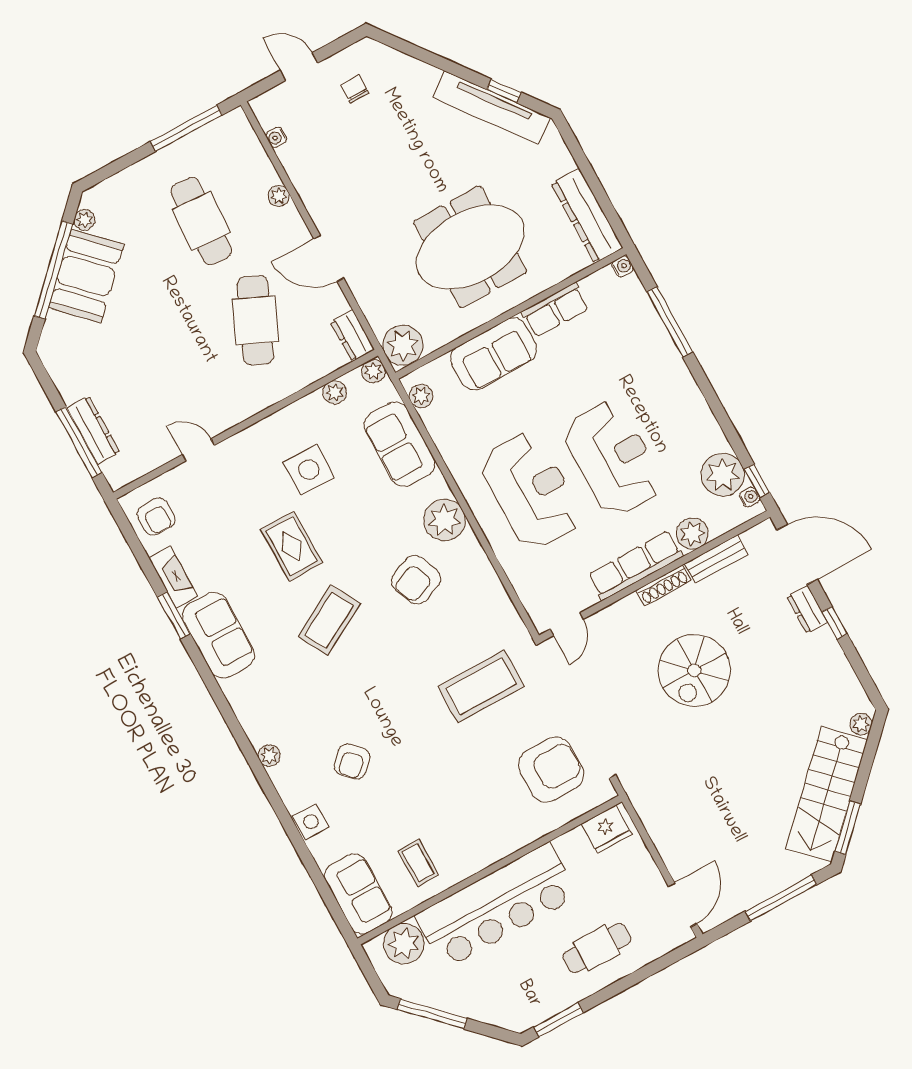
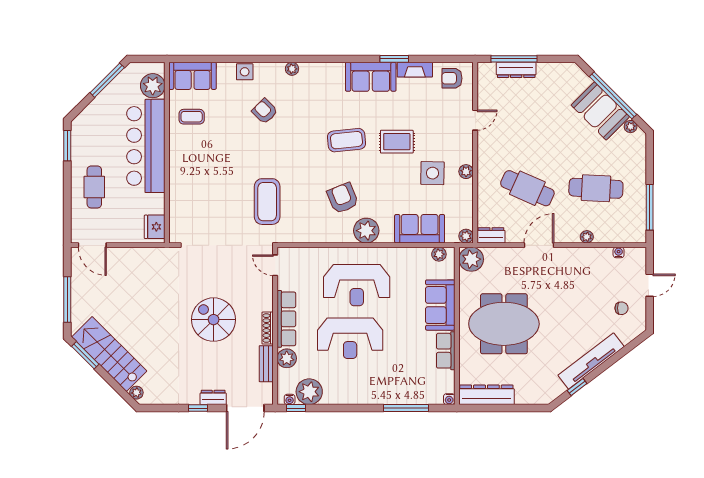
tv unit: (491, 108) -> (591, 361), moved
meeting table: (470, 247) -> (504, 324), turned 90
plant: (335, 392) -> (466, 172), moved
coffee table: (329, 620) -> (346, 140), turned -67
armchair: (551, 770) -> (203, 214), removed

